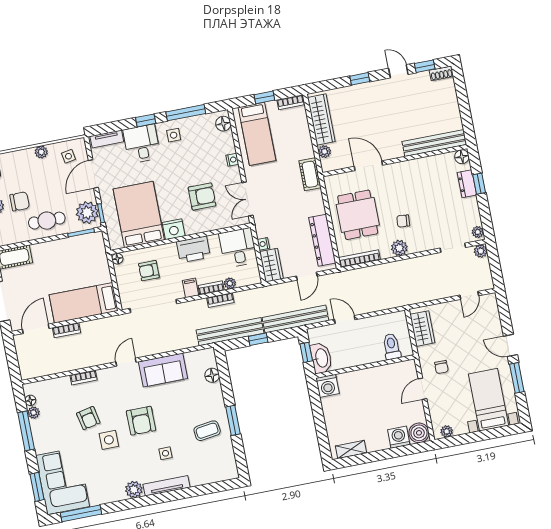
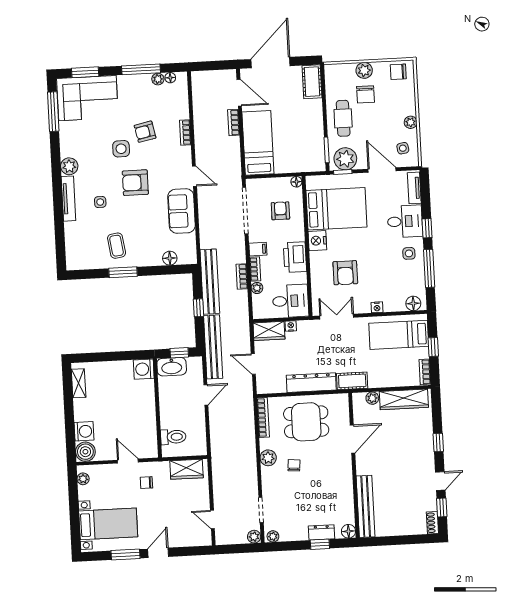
dresser: (322, 240) -> (311, 383), moved

